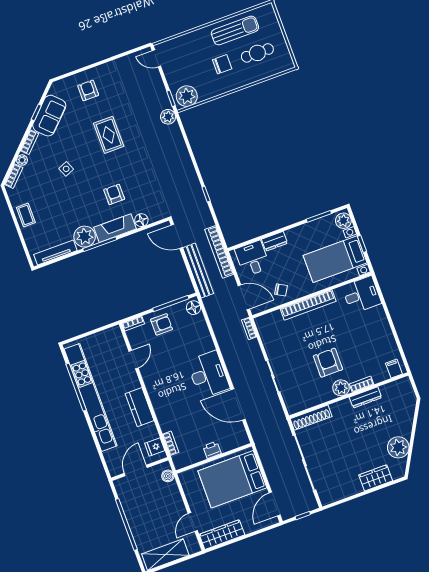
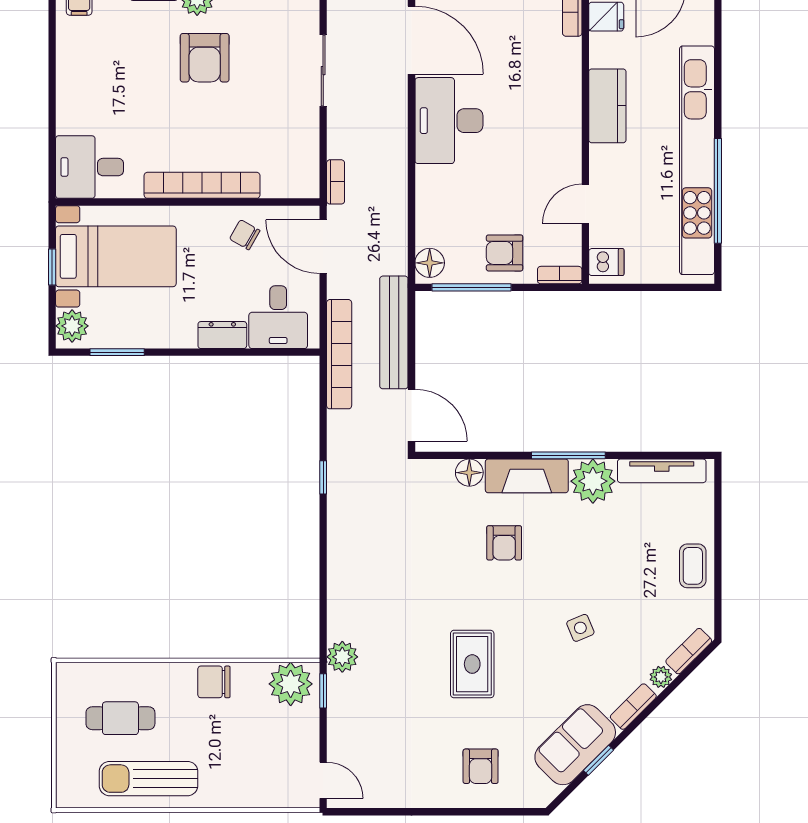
chair: (222, 64) -> (214, 682), moved
dishwasher: (114, 337) -> (606, 262), added

